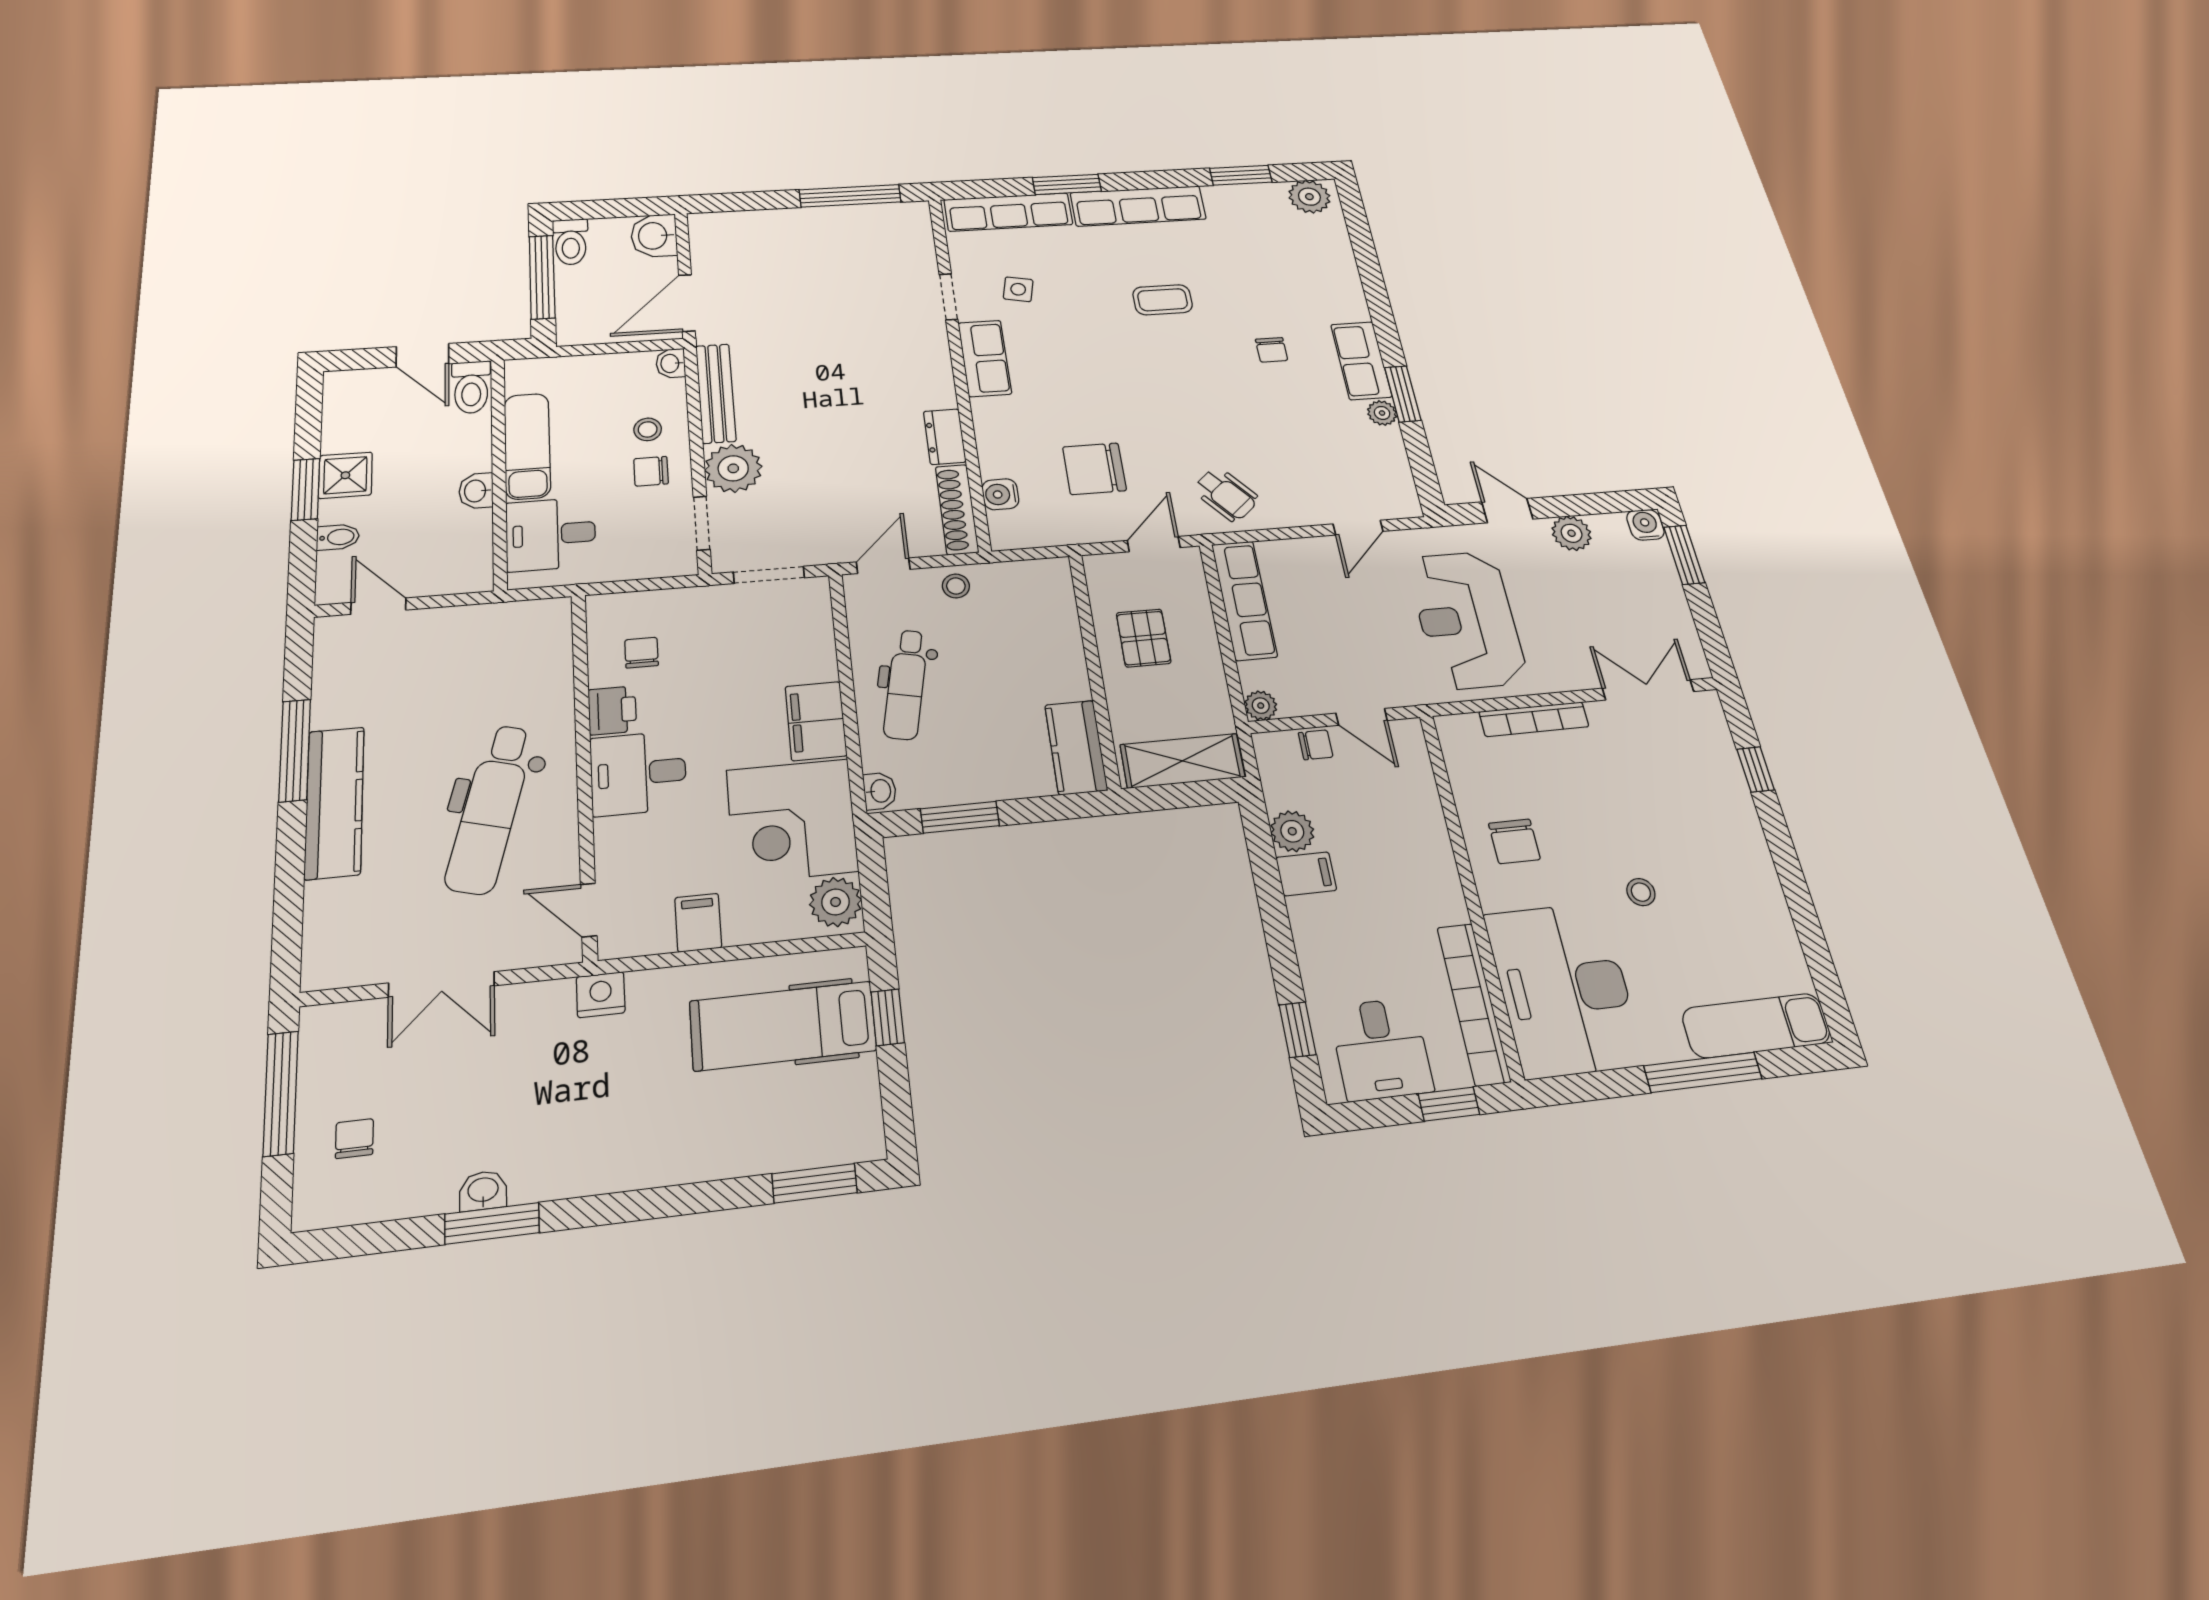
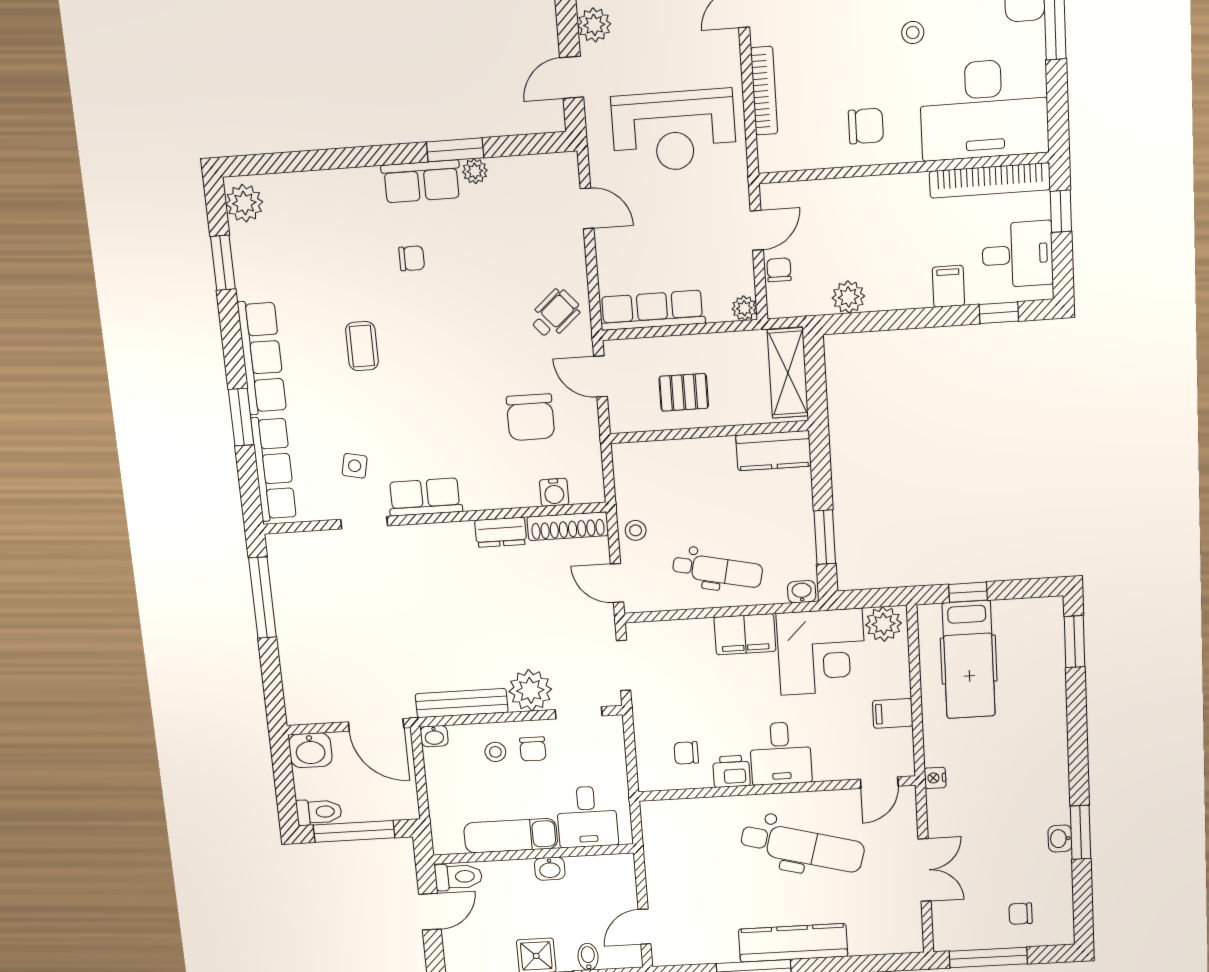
filing cabinet: (1306, 874) -> (948, 286), moved
nightstand: (601, 995) -> (935, 778), width x0.72, depth x0.74

